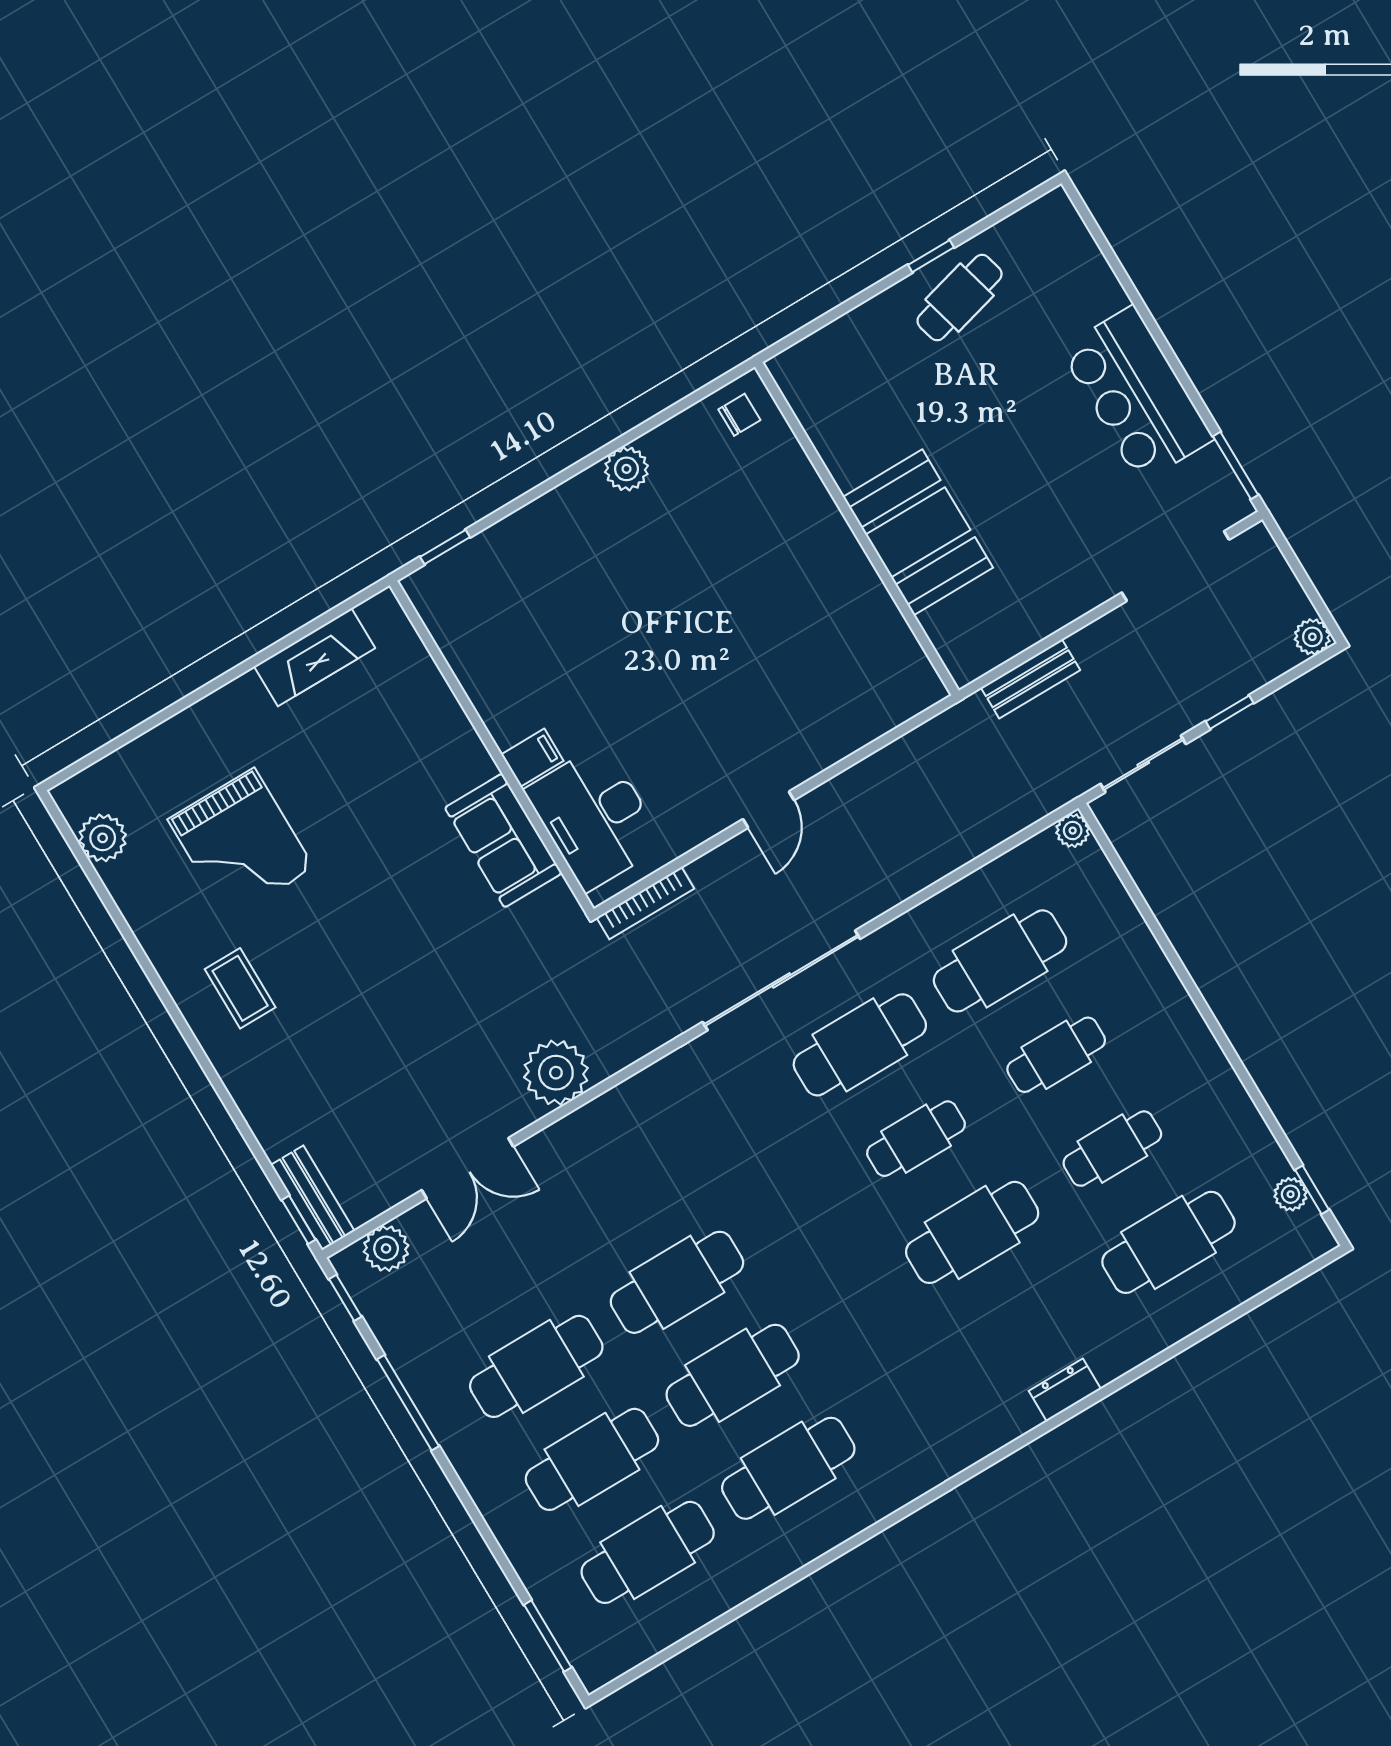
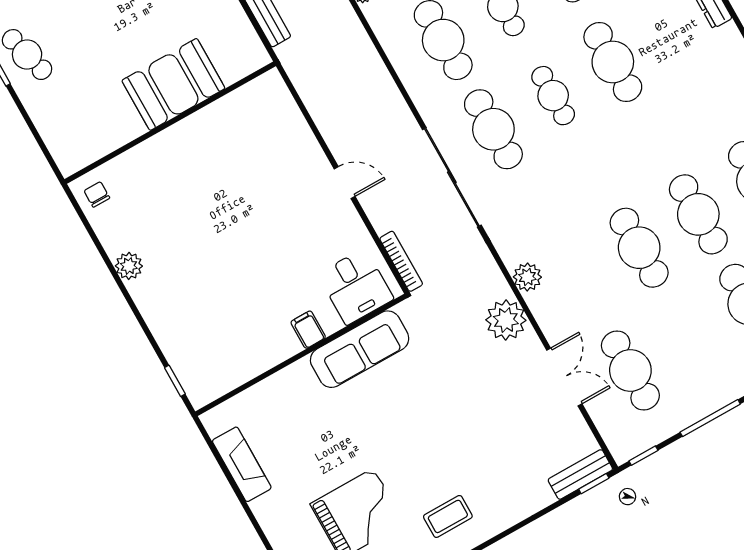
desk: (595, 817) -> (356, 287), width x0.73
sofa: (503, 840) -> (360, 349), width x1.36
plant: (386, 1248) -> (527, 277), moved
cafe table: (536, 1366) -> (630, 370), moved

